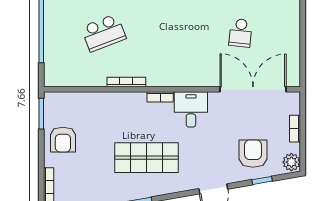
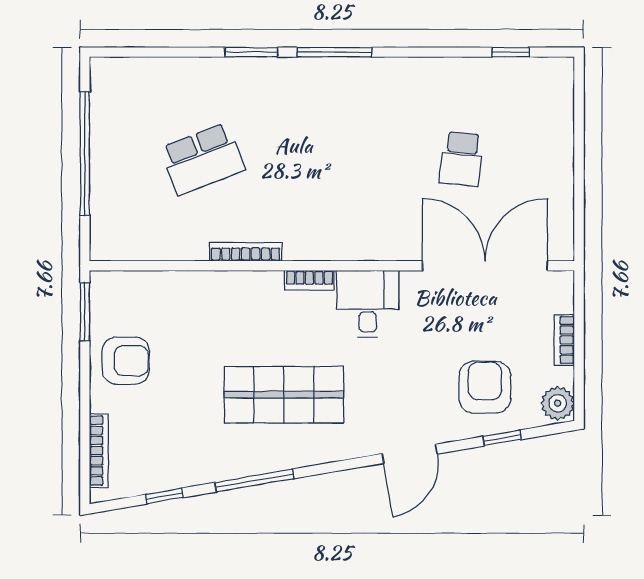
armchair: (63, 140) -> (126, 361), turned -90

